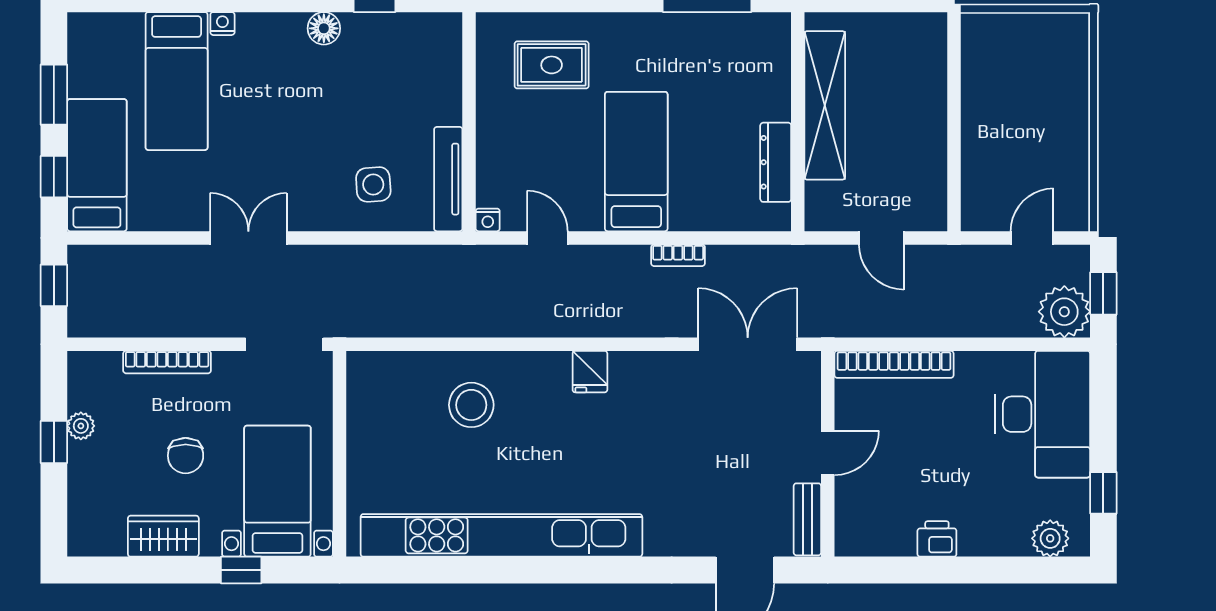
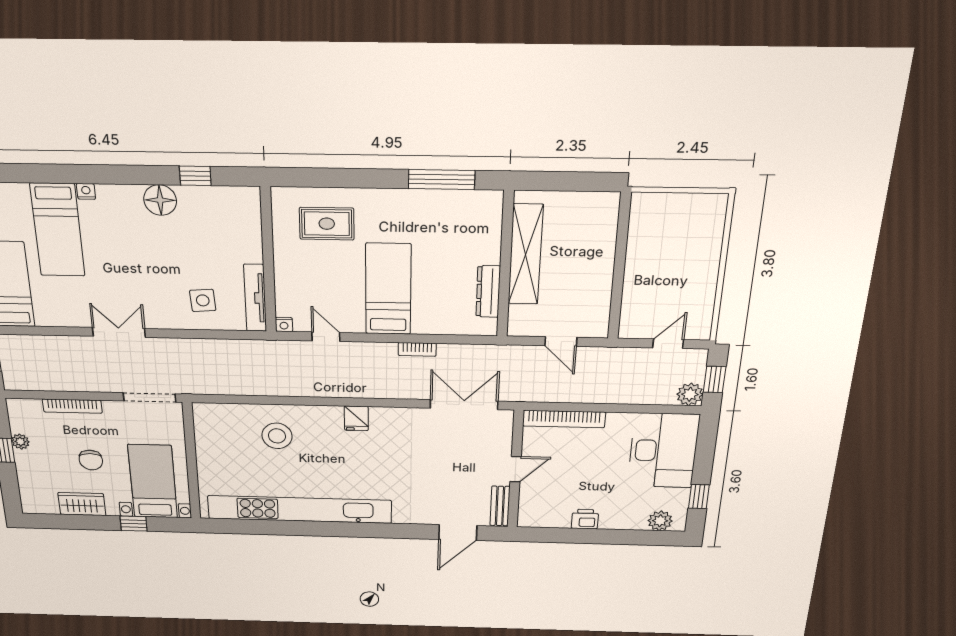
floor lamp: (324, 28) -> (160, 200), width x1.38, depth x1.38
plant: (1064, 312) -> (690, 394), width x0.73, depth x0.73

